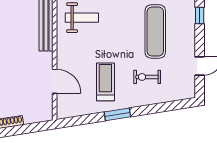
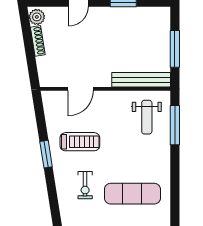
exercise bike: (147, 77) -> (85, 185), turned 180

